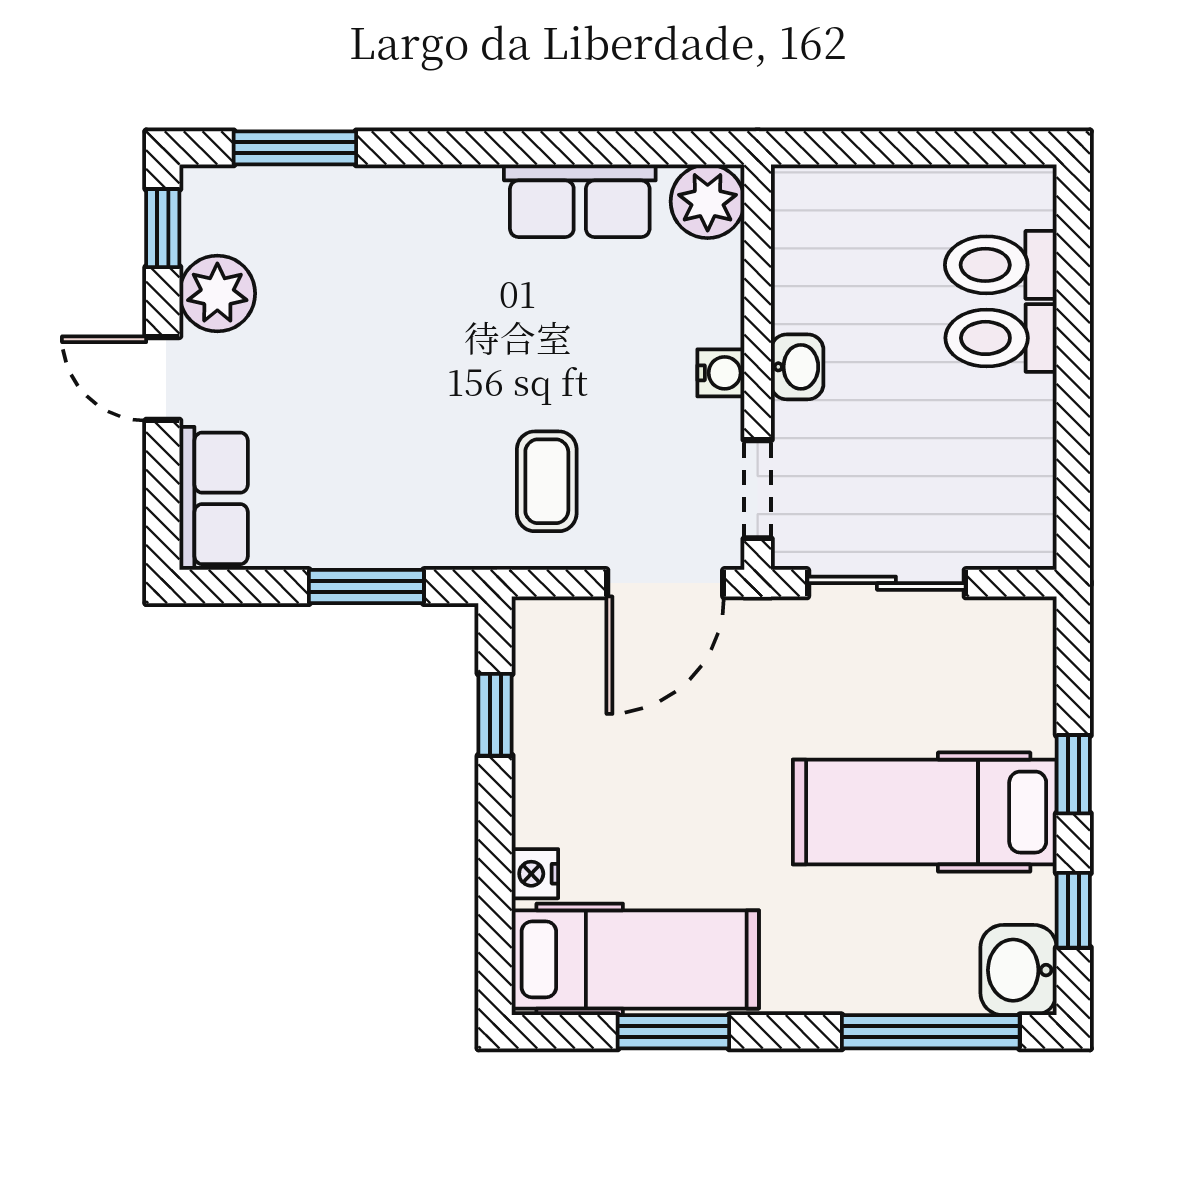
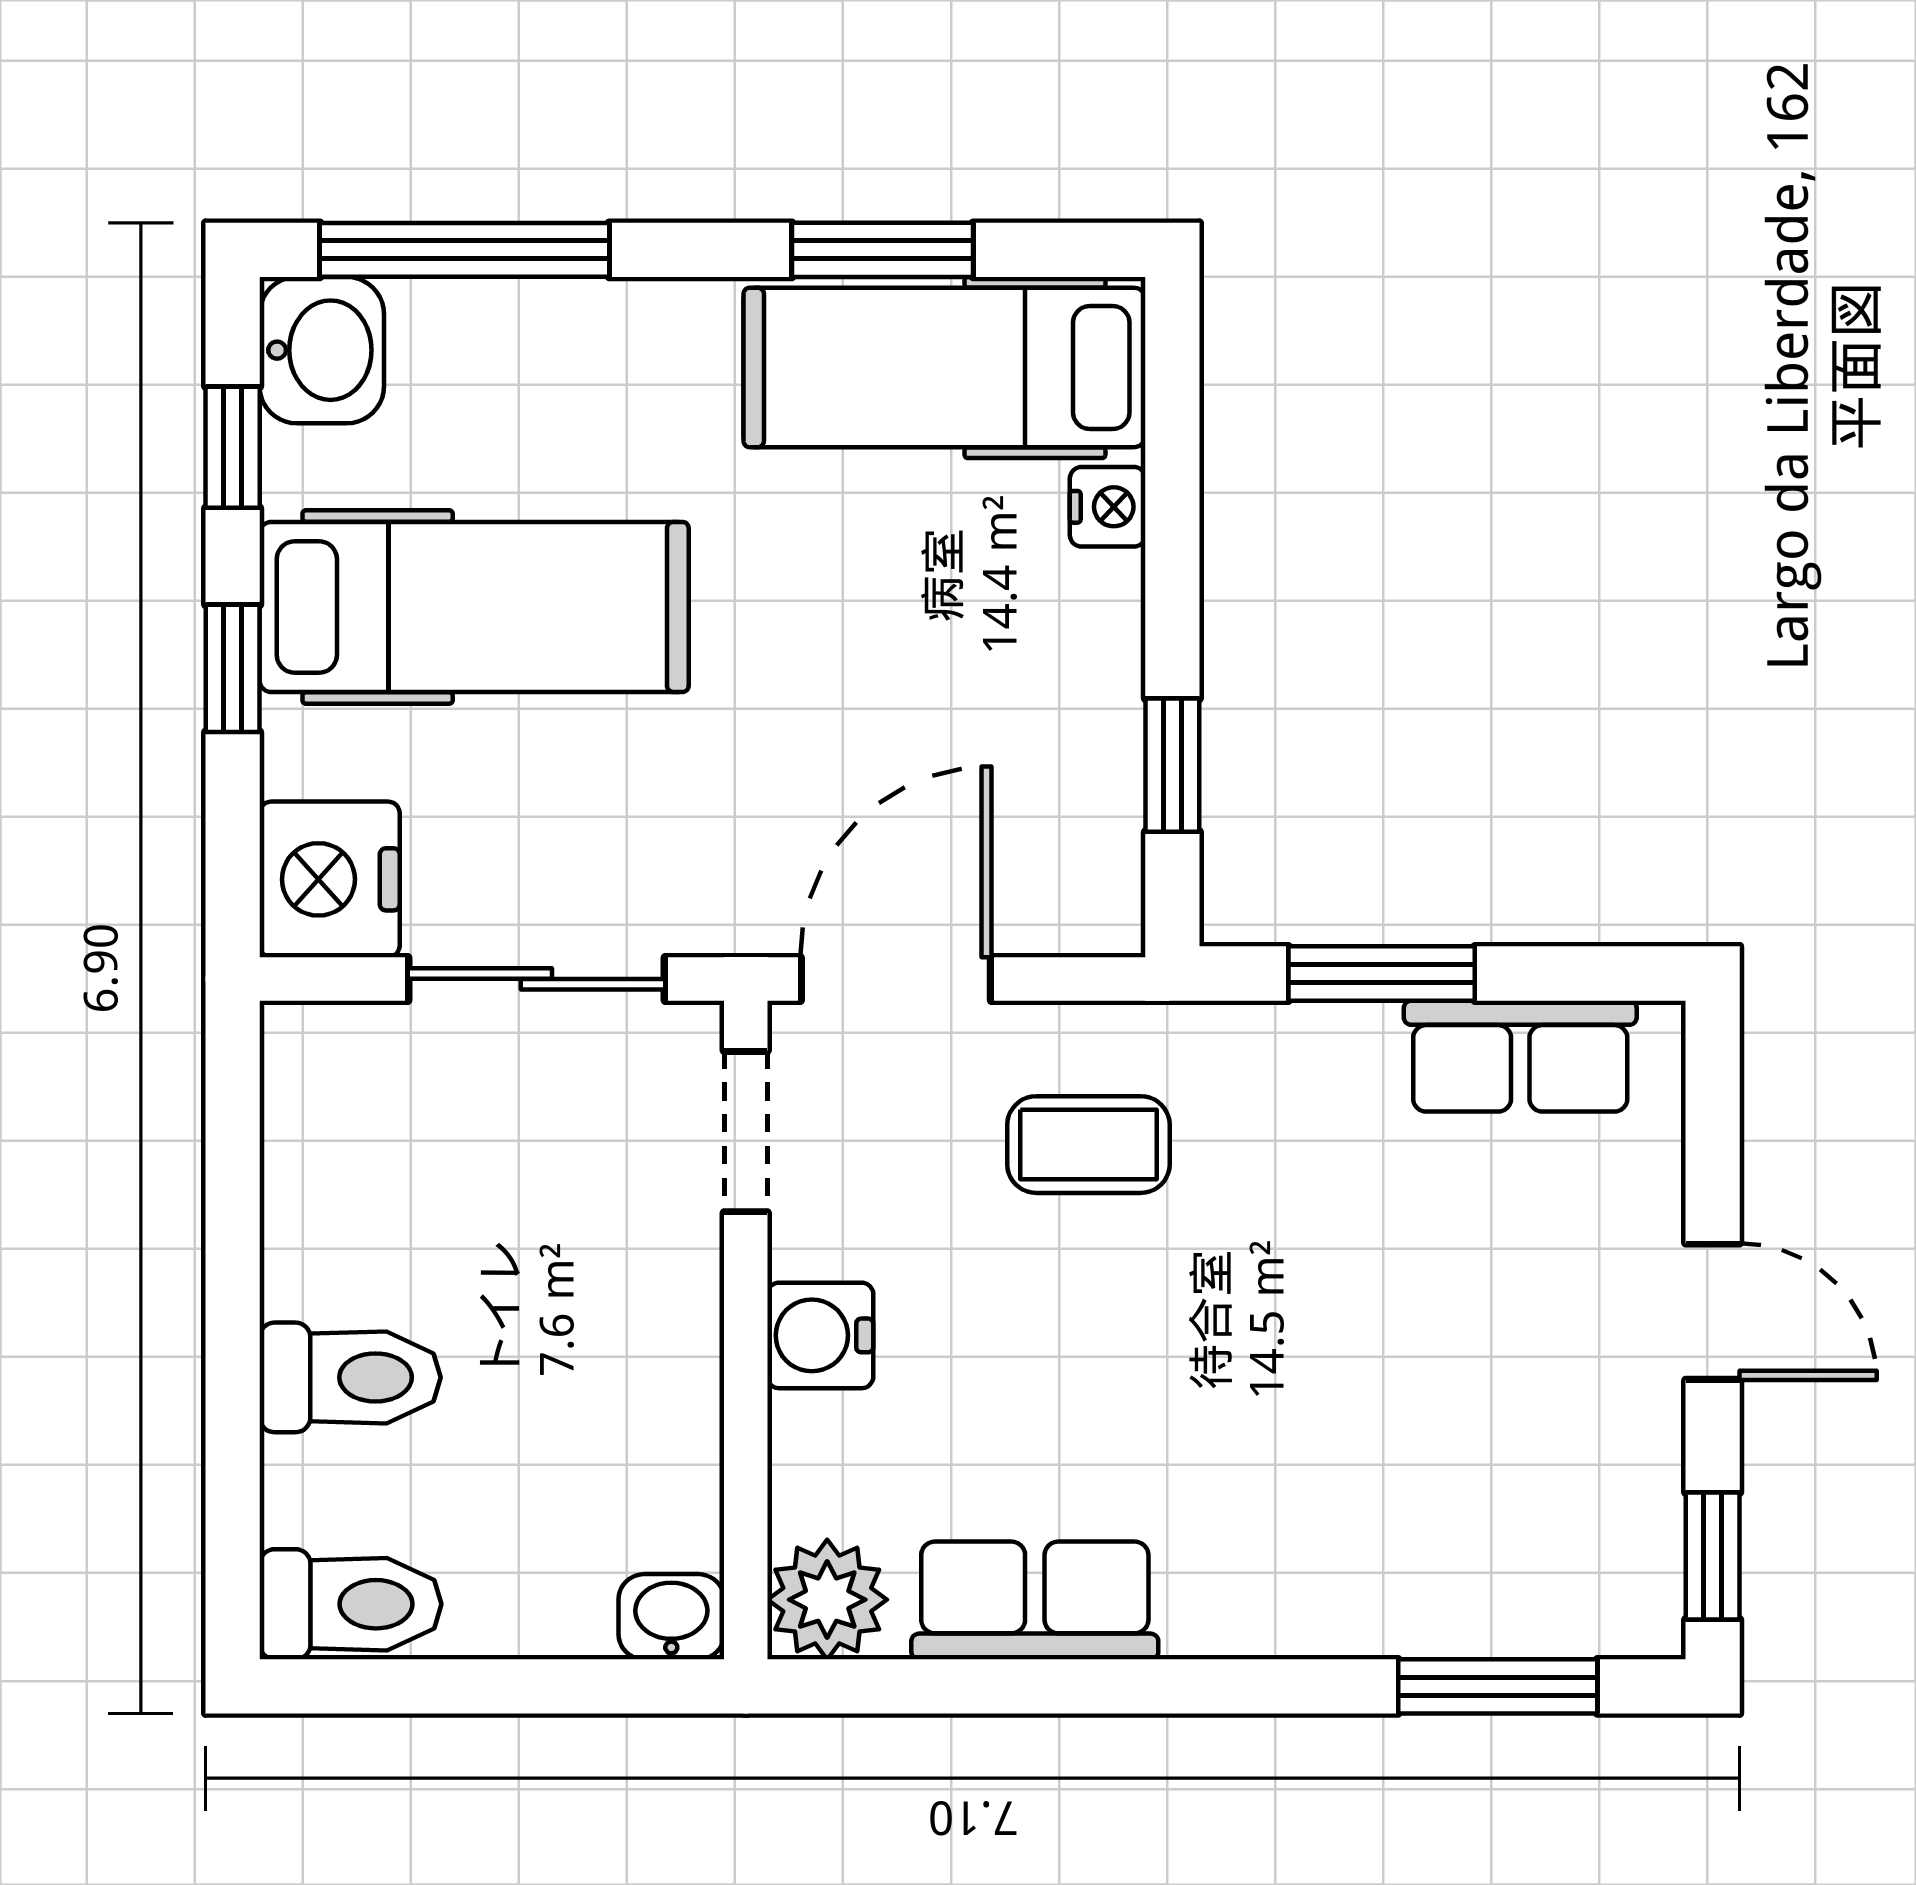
toilet: (1001, 265) -> (351, 1604), moved
plant: (217, 293) -> (1624, 1450), removed
washbasin: (797, 367) -> (671, 1617), moved, turned 90
water cooler: (721, 373) -> (820, 1335), width x1.38, depth x1.38
coffee table: (547, 481) -> (1088, 1145), turned 90
row of seats: (214, 498) -> (1520, 1056), moved, turned -90
nightstand: (1014, 644) -> (330, 879), added

